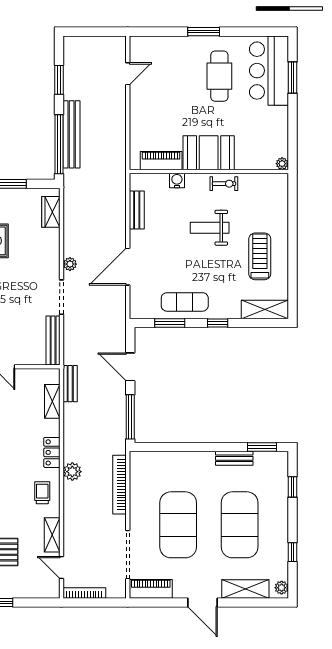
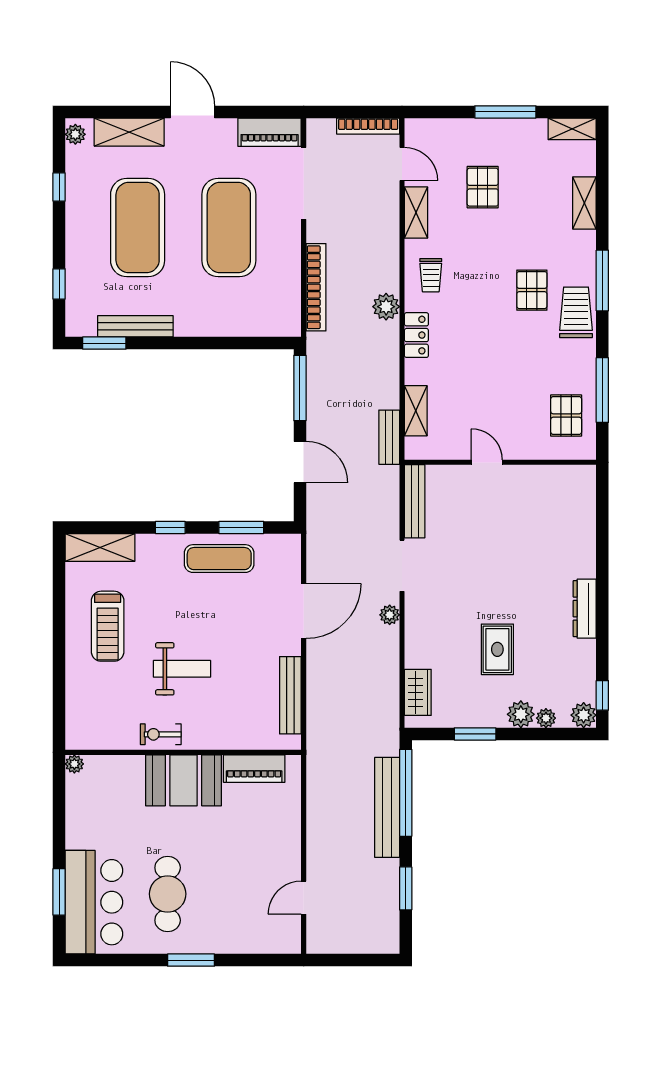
water cooler: (177, 180) -> (231, 739), removed
bench: (137, 210) -> (290, 695), width x1.36
bench: (234, 458) -> (135, 326), width x1.36

